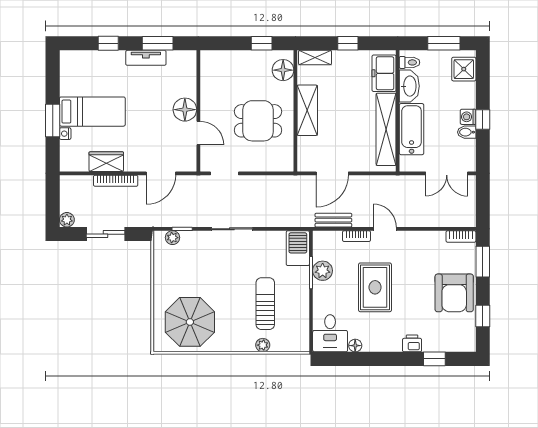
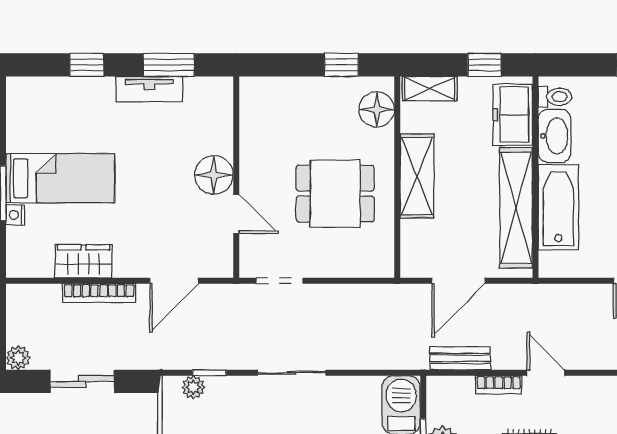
toilet: (410, 62) -> (555, 97), moved
freezer: (384, 73) -> (513, 115), moved
washbasin: (409, 86) -> (555, 136), moved
wall: (398, 111) -> (535, 177), moved
shelving: (386, 129) -> (516, 208), moved
bathtub: (412, 129) -> (558, 207), moved

